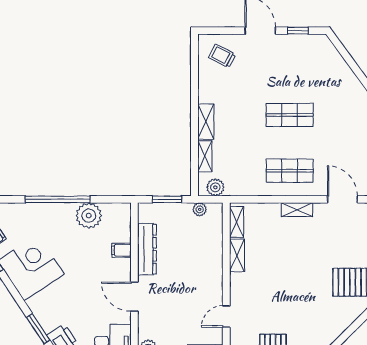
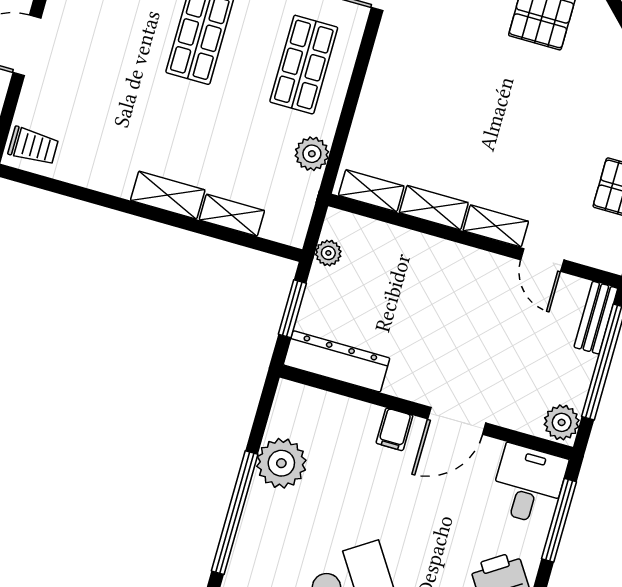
trolley: (222, 56) -> (33, 146), moved, turned -118
plant: (215, 187) -> (312, 154), moved
shelving: (297, 210) -> (496, 226), moved, turned 90
dresser: (147, 249) -> (337, 361), moved
filing cabinet: (121, 250) -> (394, 429), moved

